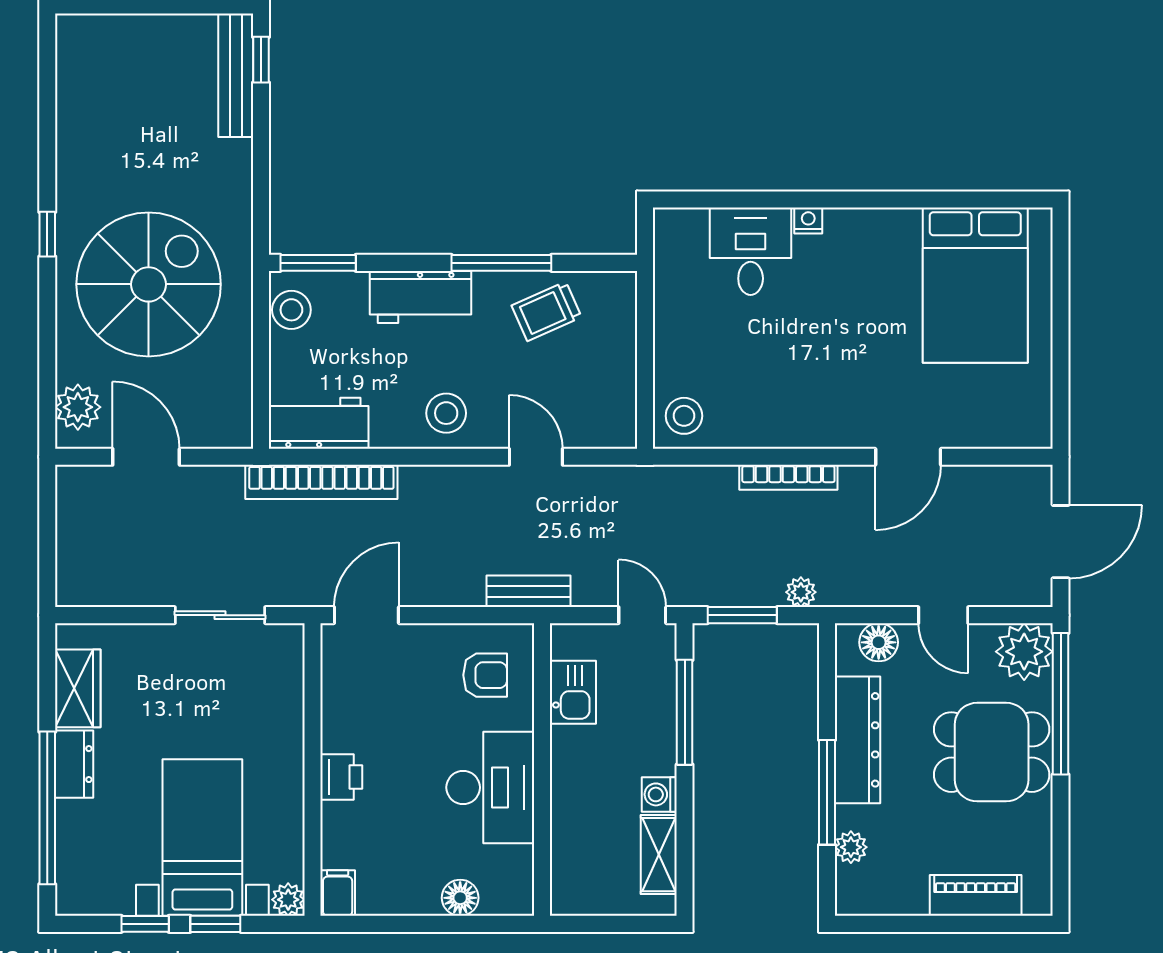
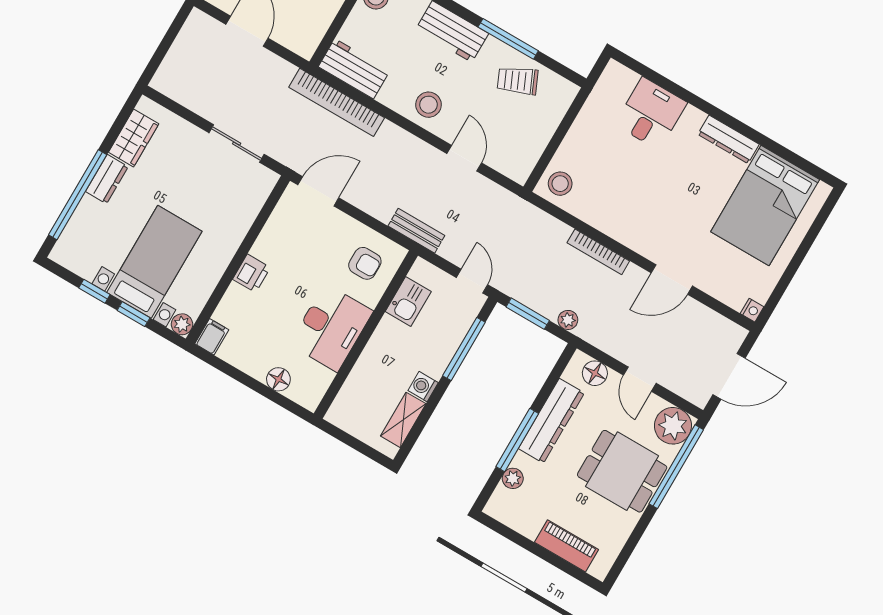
nightstand: (808, 221) -> (752, 310), moved, turned 90
dresser: (875, 225) -> (729, 139), added

